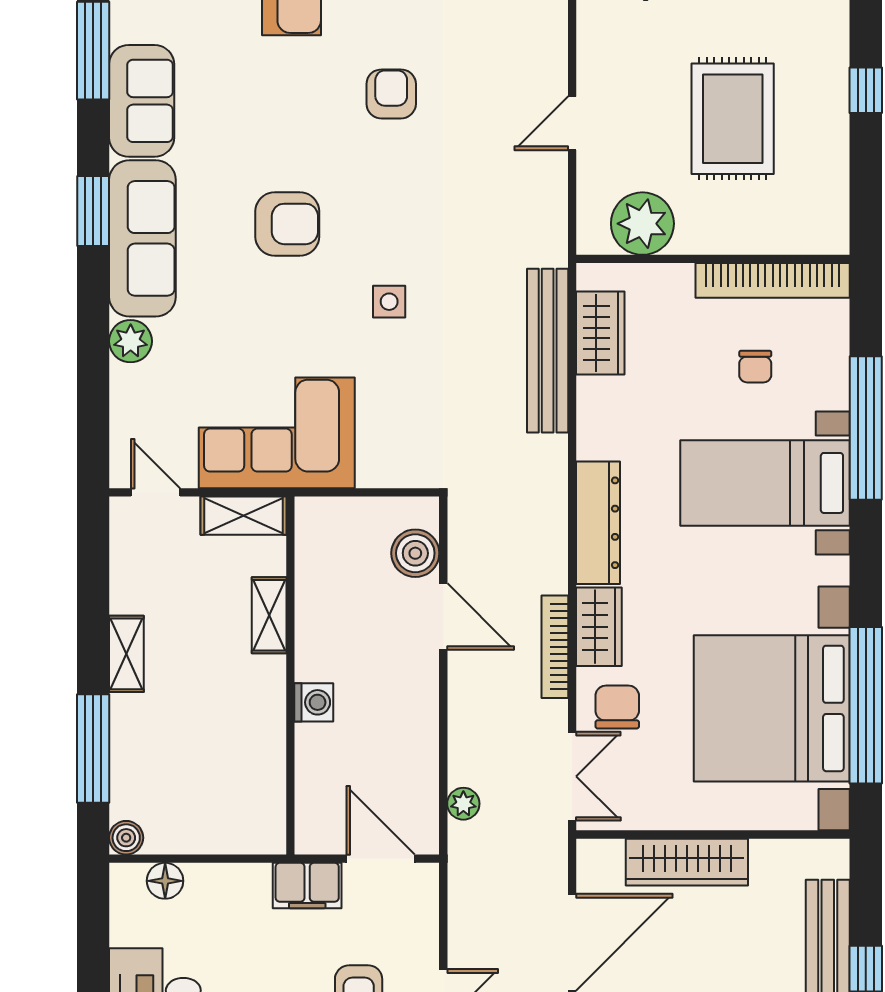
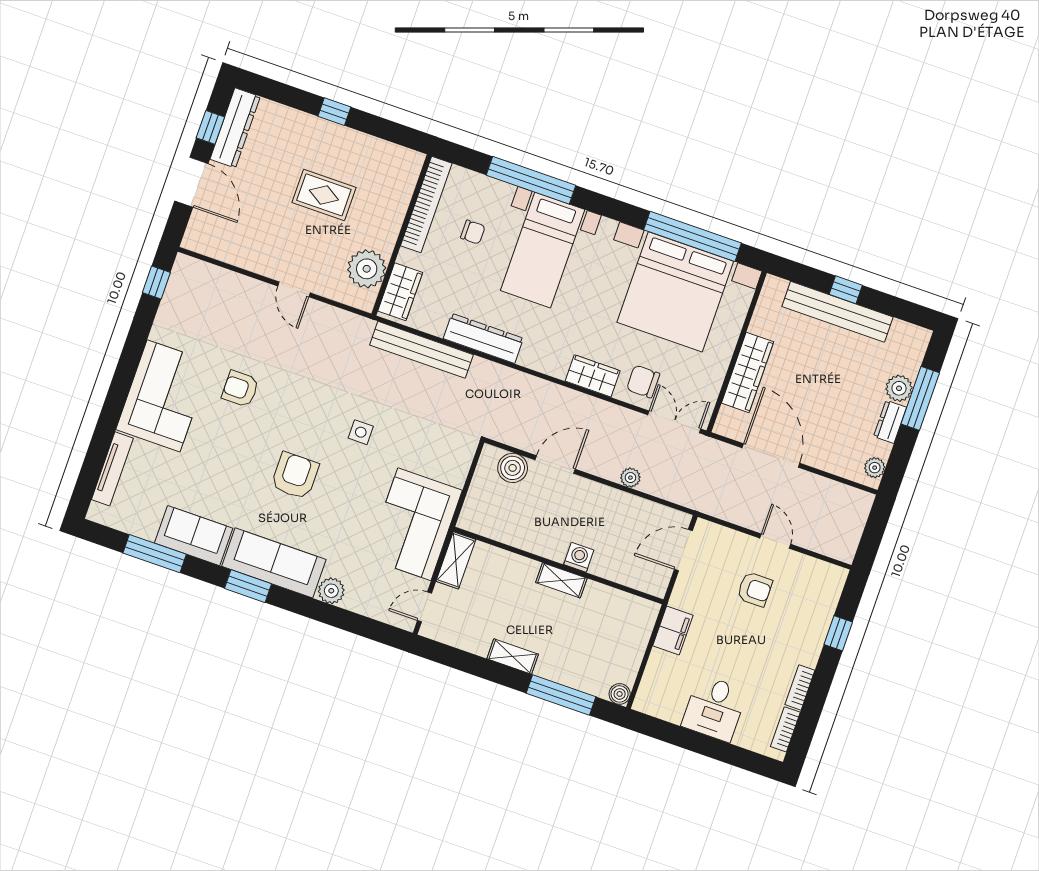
rug: (733, 119) -> (324, 195), width x0.73, depth x0.70
wardrobe: (600, 333) -> (400, 292), moved, turned 90
dresser: (598, 523) -> (483, 338), moved
shelving: (269, 615) -> (561, 580), moved
bookcase: (555, 647) -> (595, 406), removed
plant: (463, 804) -> (630, 478), moved
floor lamp: (165, 881) -> (653, 680), removed
filing cabinet: (307, 885) -> (673, 631), moved

